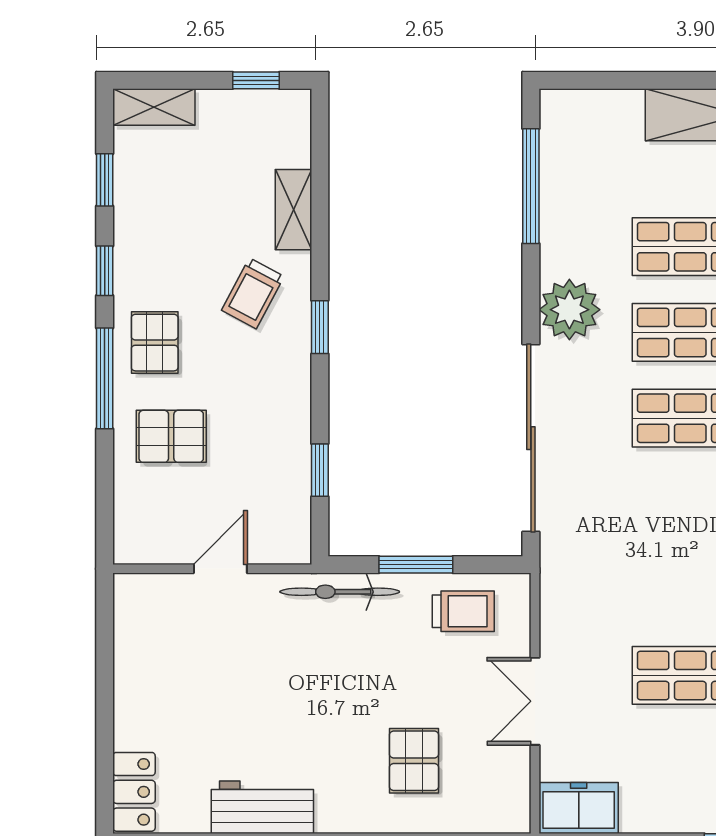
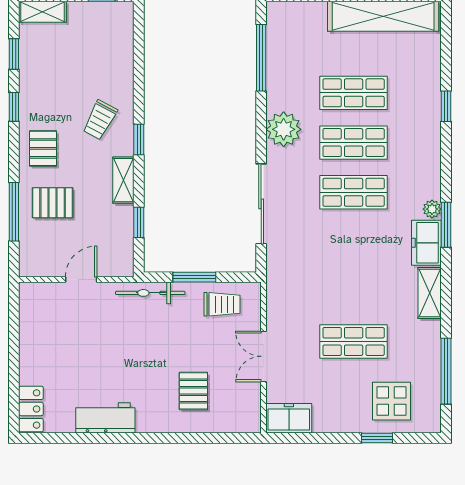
shelving: (293, 210) -> (123, 180), moved
window: (105, 378) -> (14, 212), moved
sliding door: (531, 438) -> (261, 204), width x0.73

